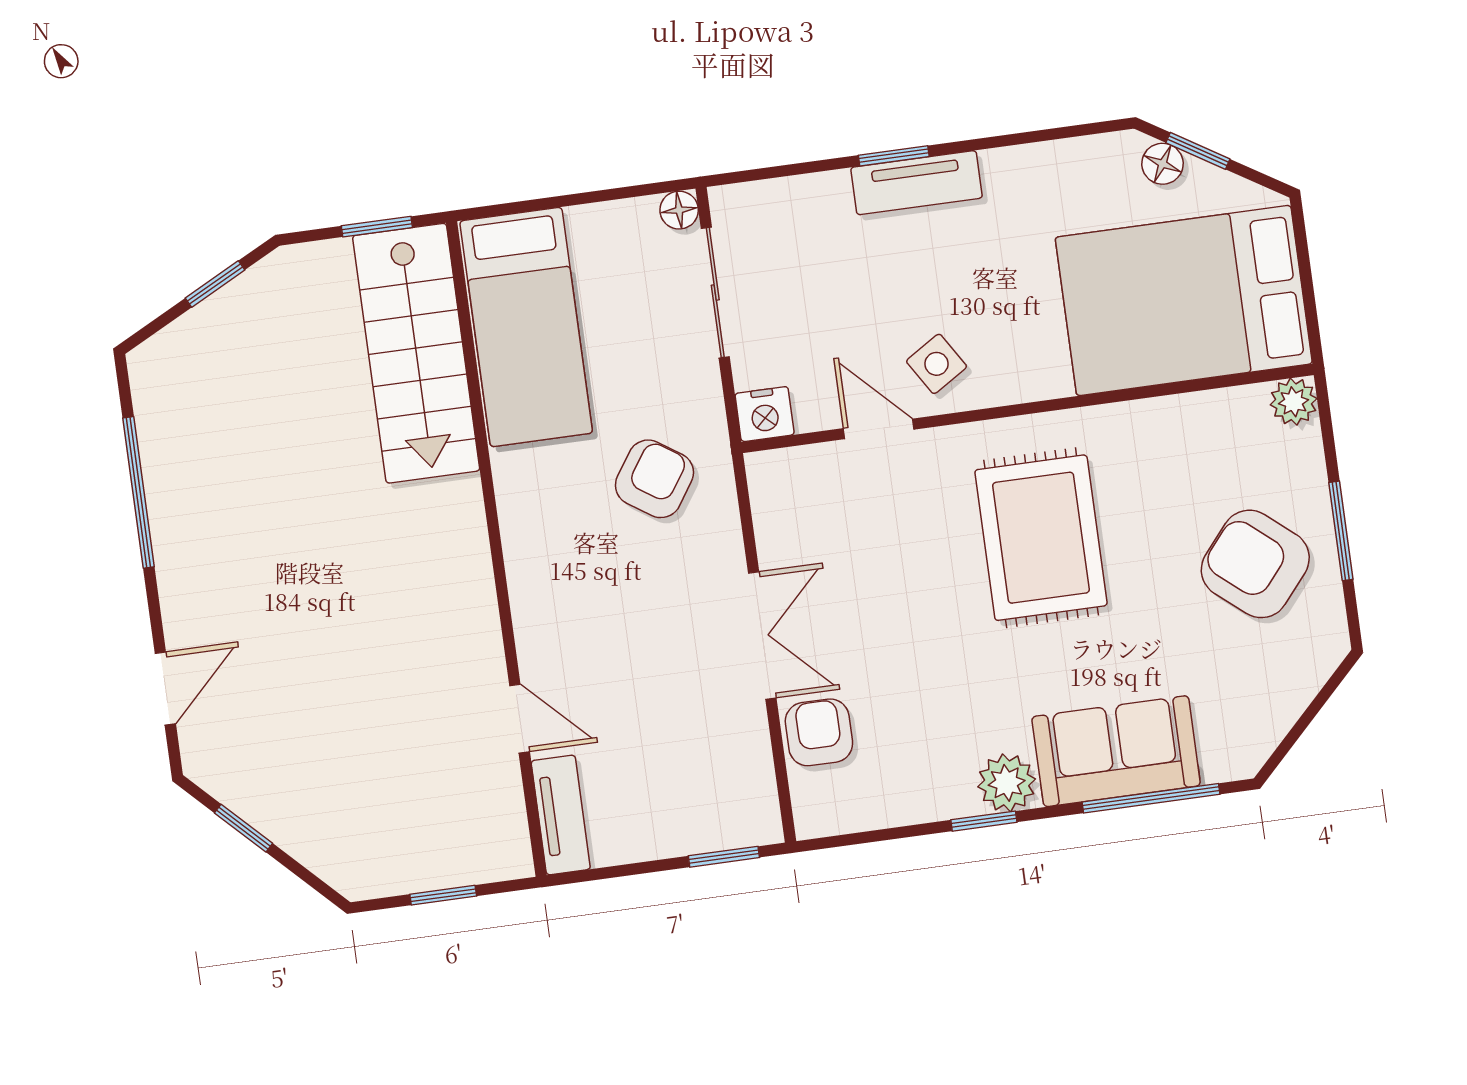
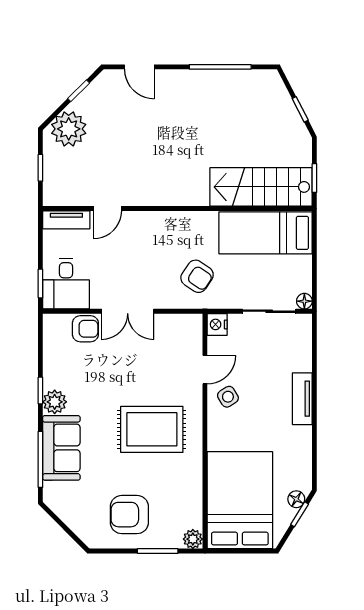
window: (894, 156) -> (314, 391), removed
window: (1341, 531) -> (158, 551), moved
armchair: (1255, 564) -> (129, 515), turned -130
desk: (716, 794) -> (66, 284), added
plant: (339, 839) -> (69, 129), added

